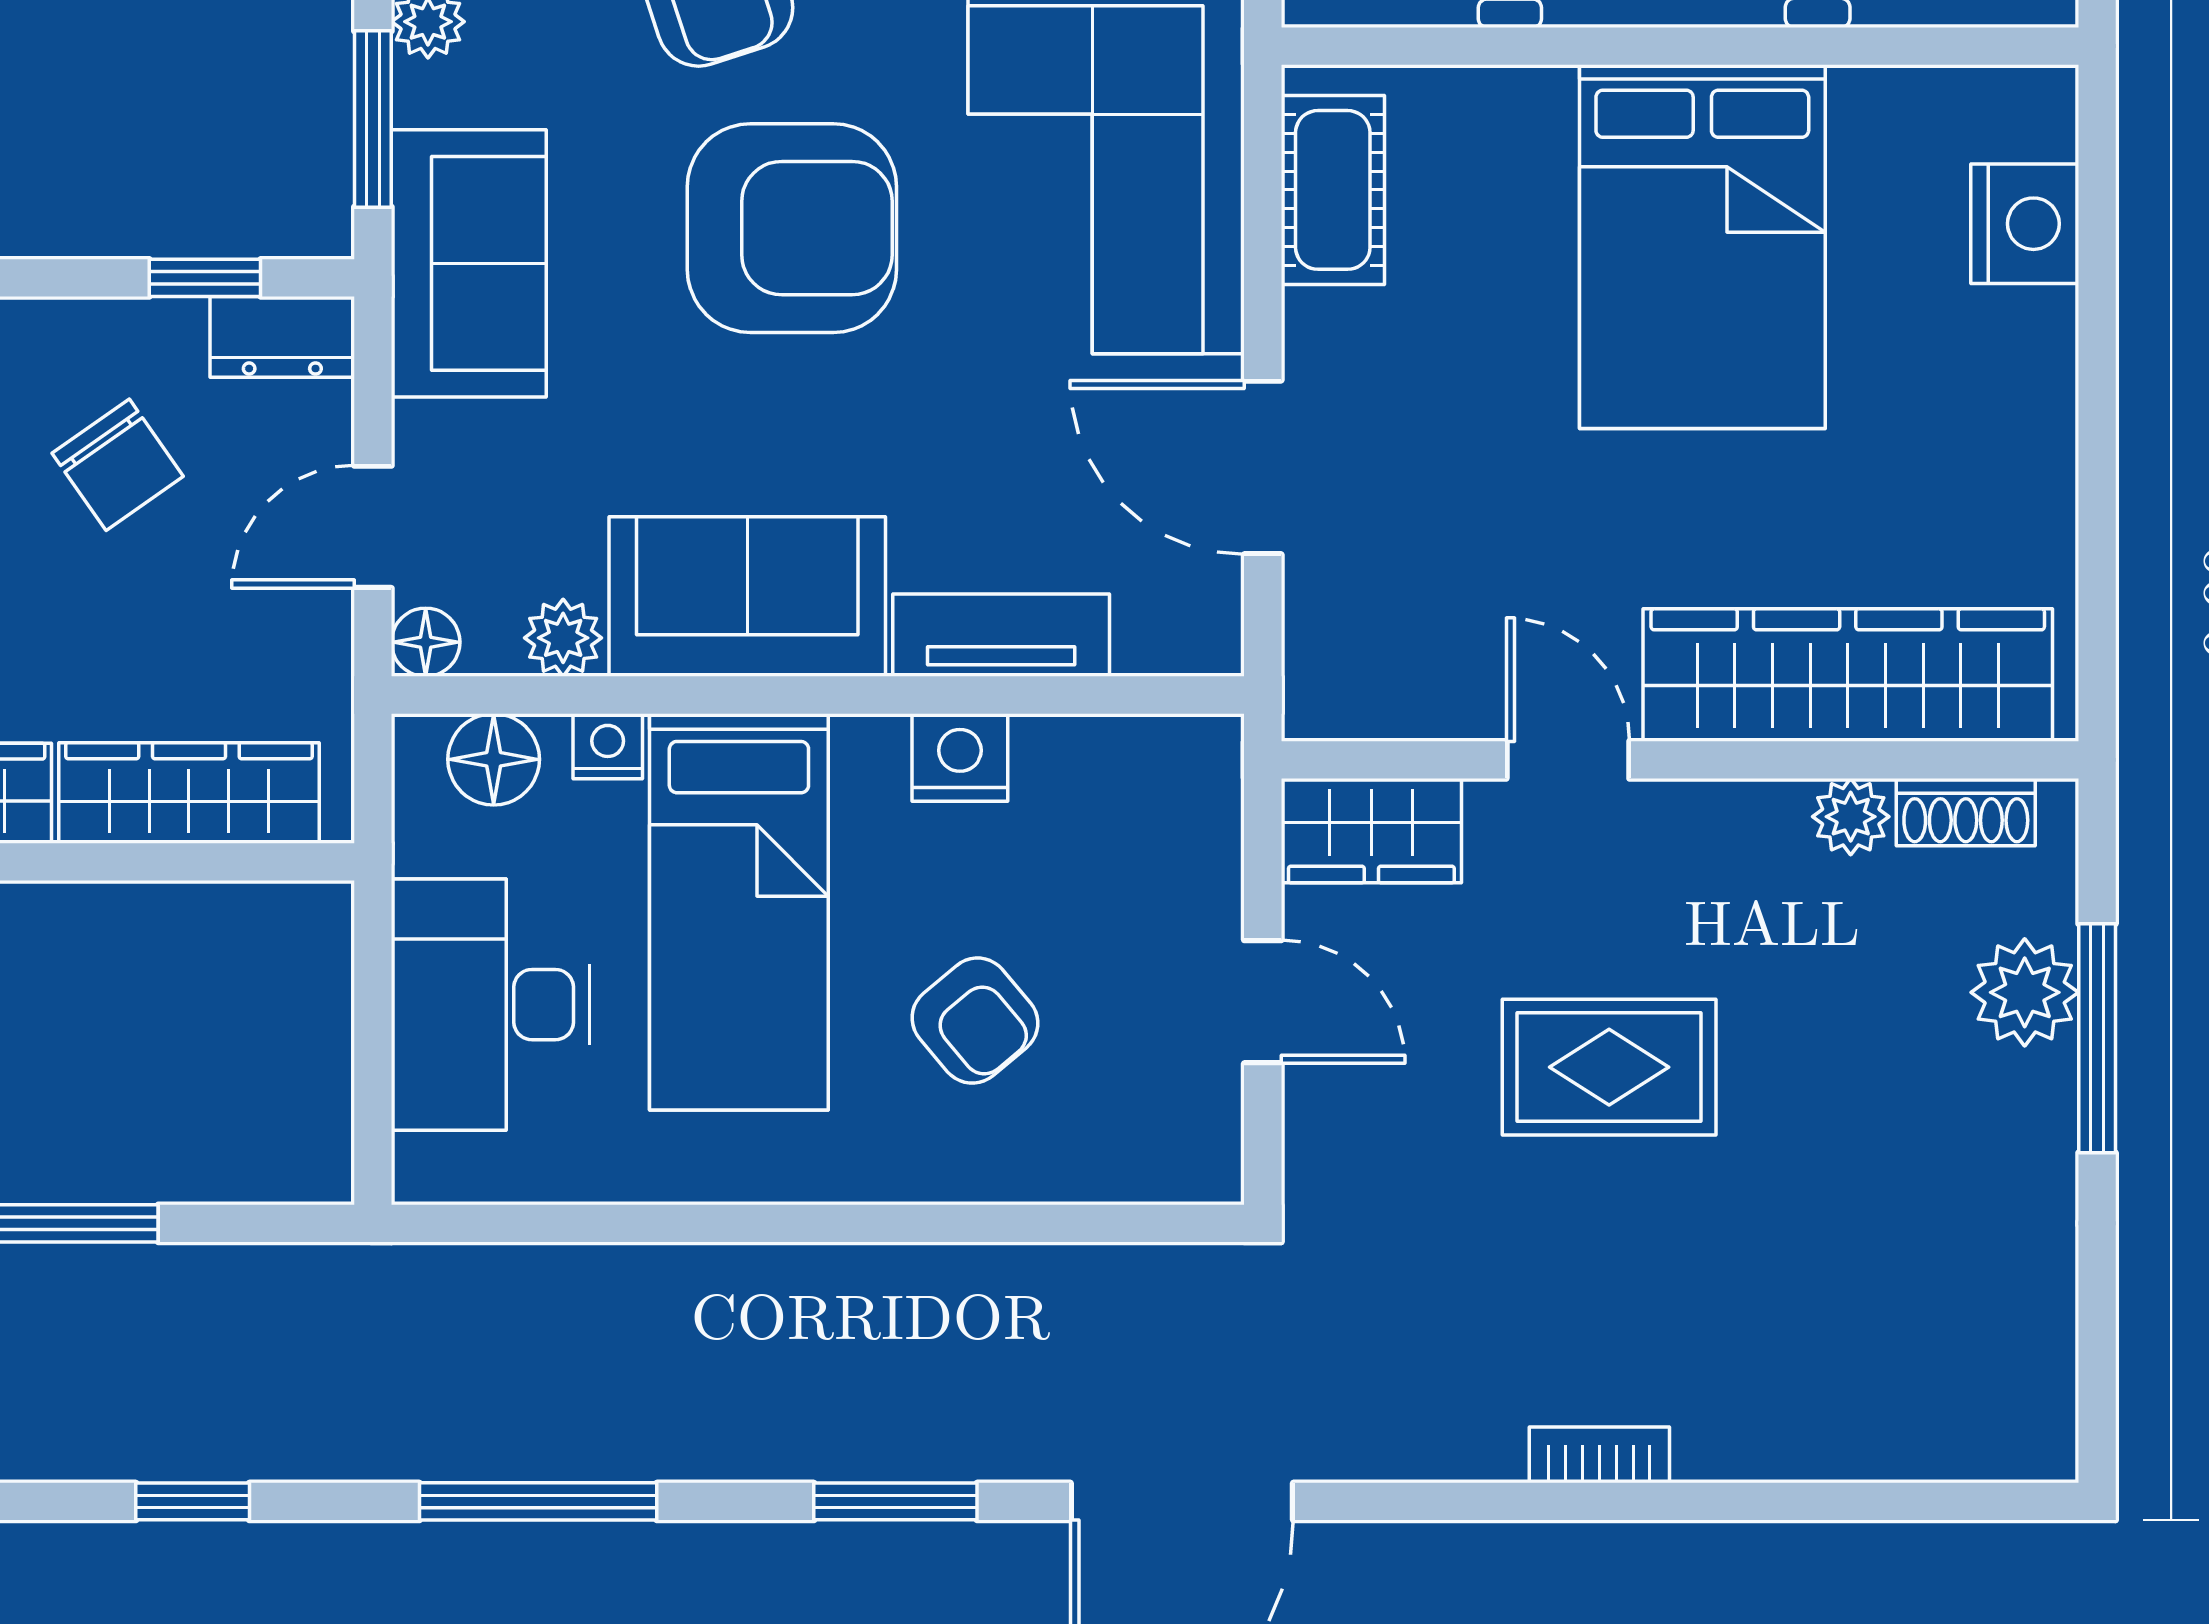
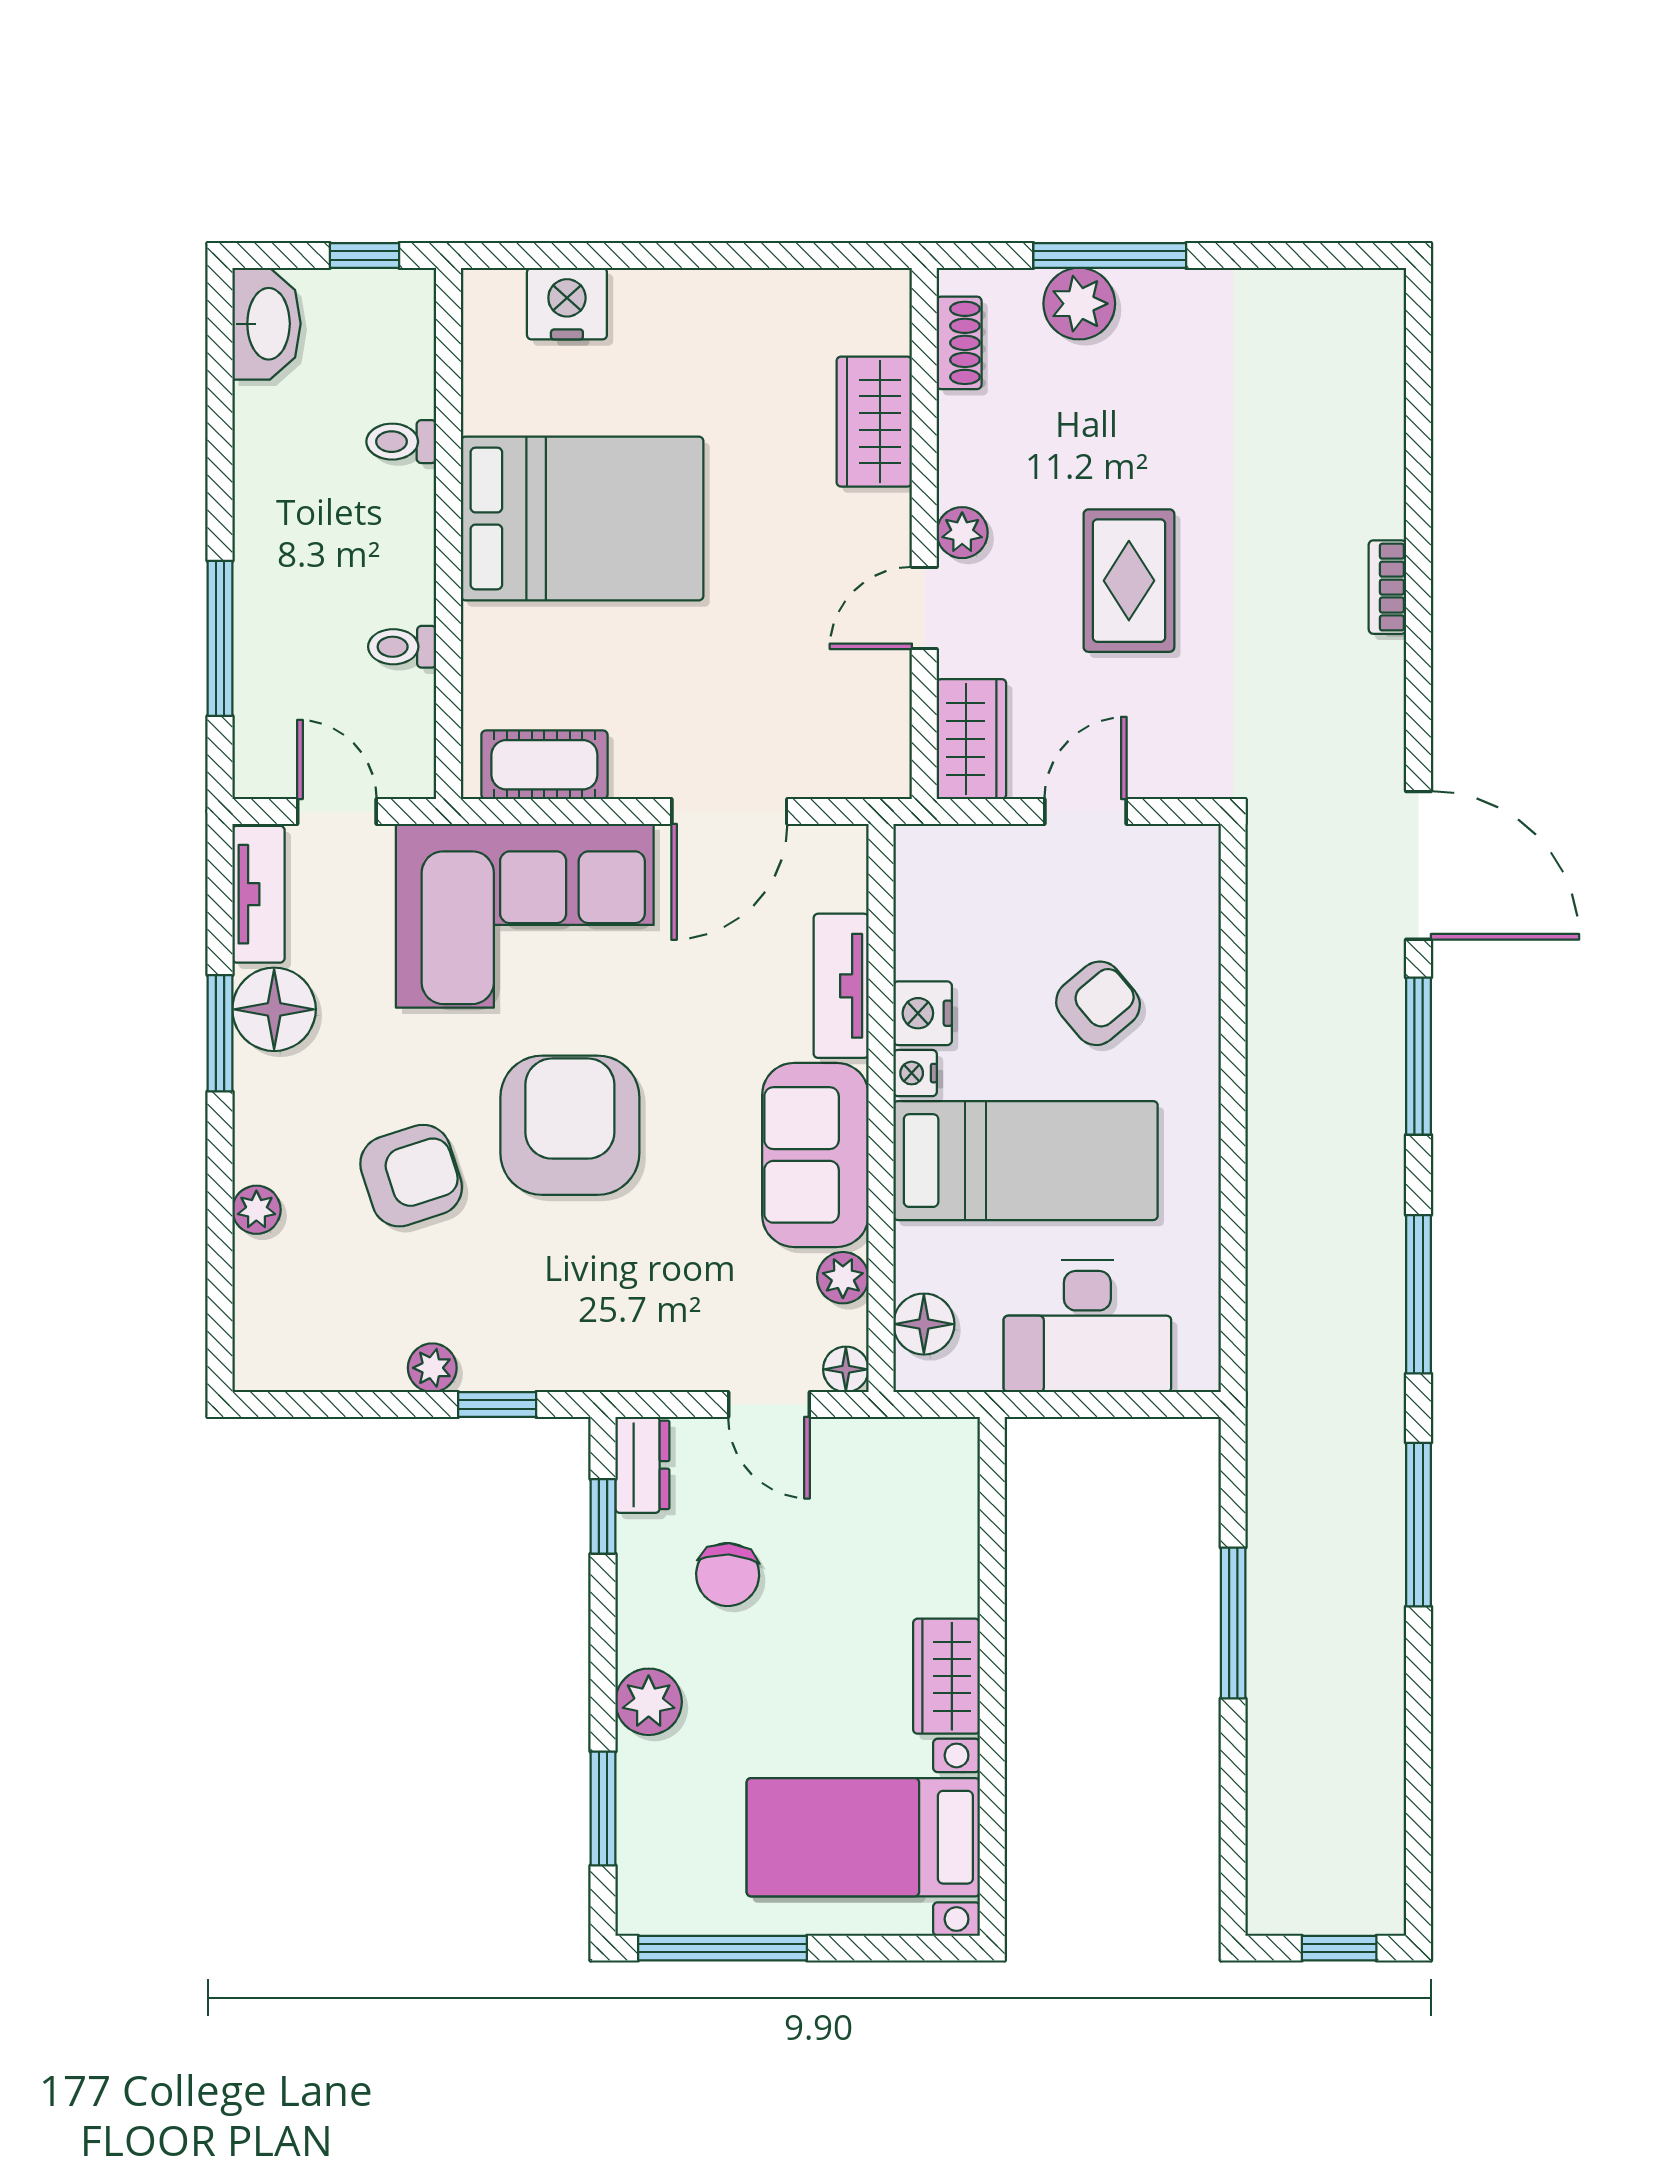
window: (373, 119) -> (497, 1404), width x0.67
sofa: (469, 263) -> (593, 1341), removed
chair: (118, 465) -> (728, 1575), turned 128
wardrobe: (1848, 675) -> (874, 422), width x0.48, depth x0.85
nightstand: (608, 746) -> (915, 1073), moved
wardrobe: (189, 793) -> (946, 1527), removed
plant: (1851, 817) -> (962, 533), moved
window: (193, 1501) -> (1418, 1525), width x2.17
window: (895, 1501) -> (1418, 1056), width x1.44

